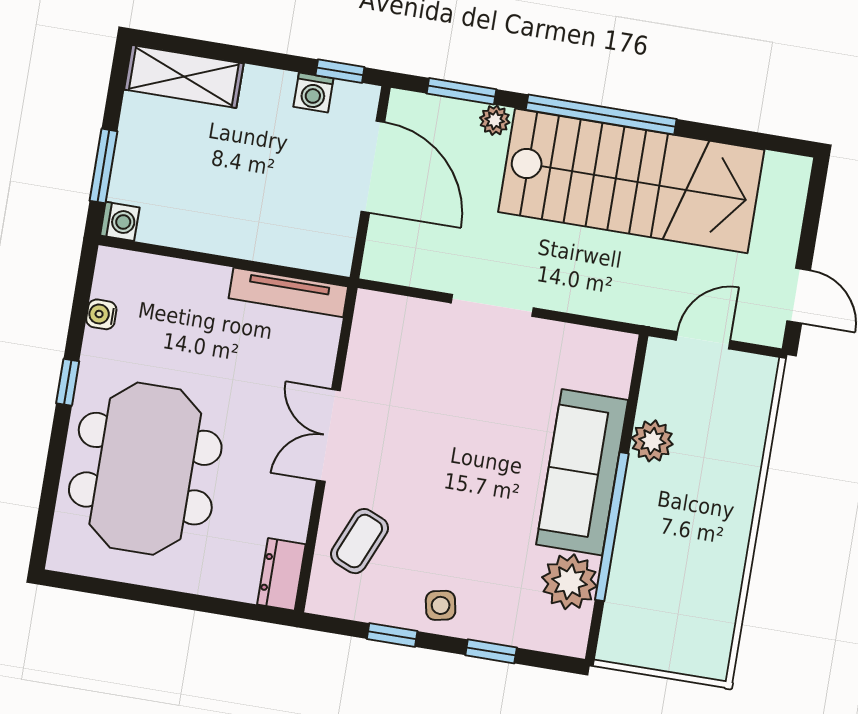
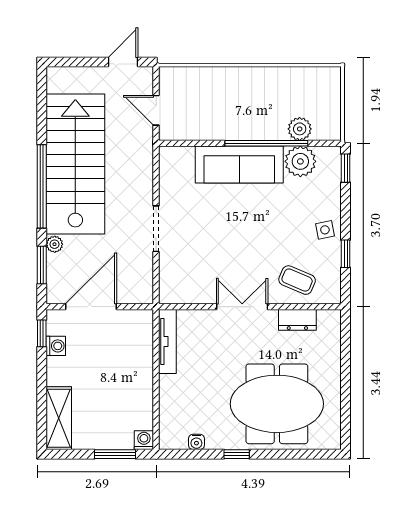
double door: (328, 435) -> (242, 307), swing flipped
plant: (652, 441) -> (300, 129), moved
dresser: (281, 574) -> (297, 320), moved
window: (491, 651) -> (346, 168), moved

